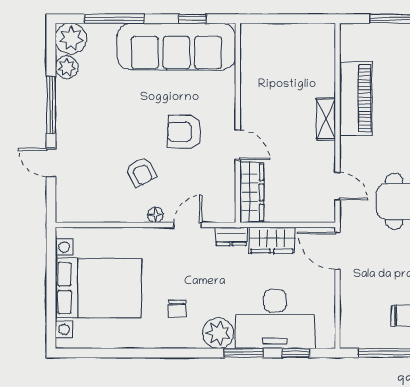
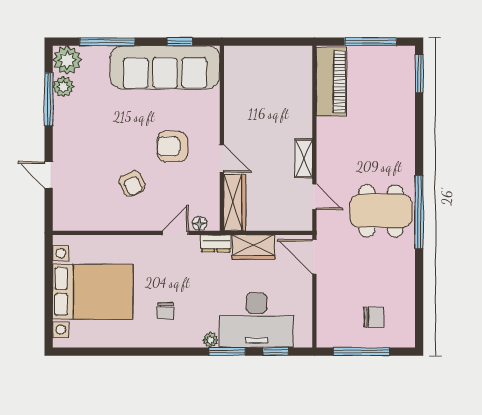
piano: (356, 99) -> (331, 82), moved
window: (51, 105) -> (49, 99), moved
shelving: (326, 119) -> (304, 158), moved
floor lamp: (155, 215) -> (200, 224), moved
plant: (218, 333) -> (210, 340), width x0.53, depth x0.53

